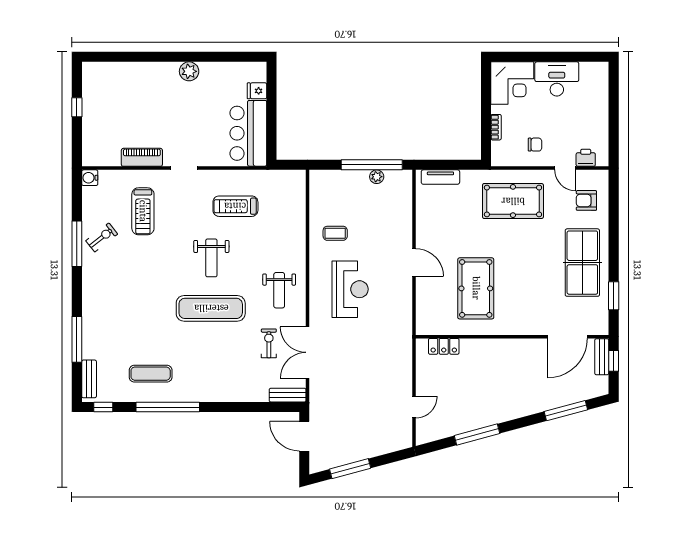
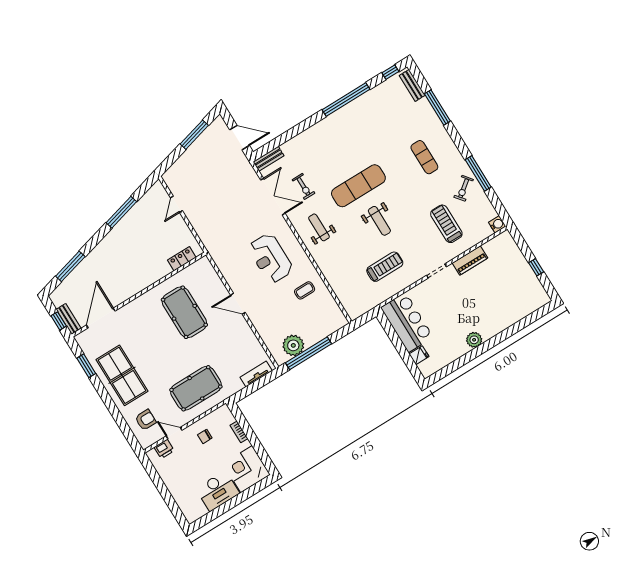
plant: (377, 177) -> (293, 345), width x1.87, depth x1.87
weight bench: (211, 258) -> (379, 221), turned 180
exercise mat: (151, 374) -> (424, 157), moved, turned 90

